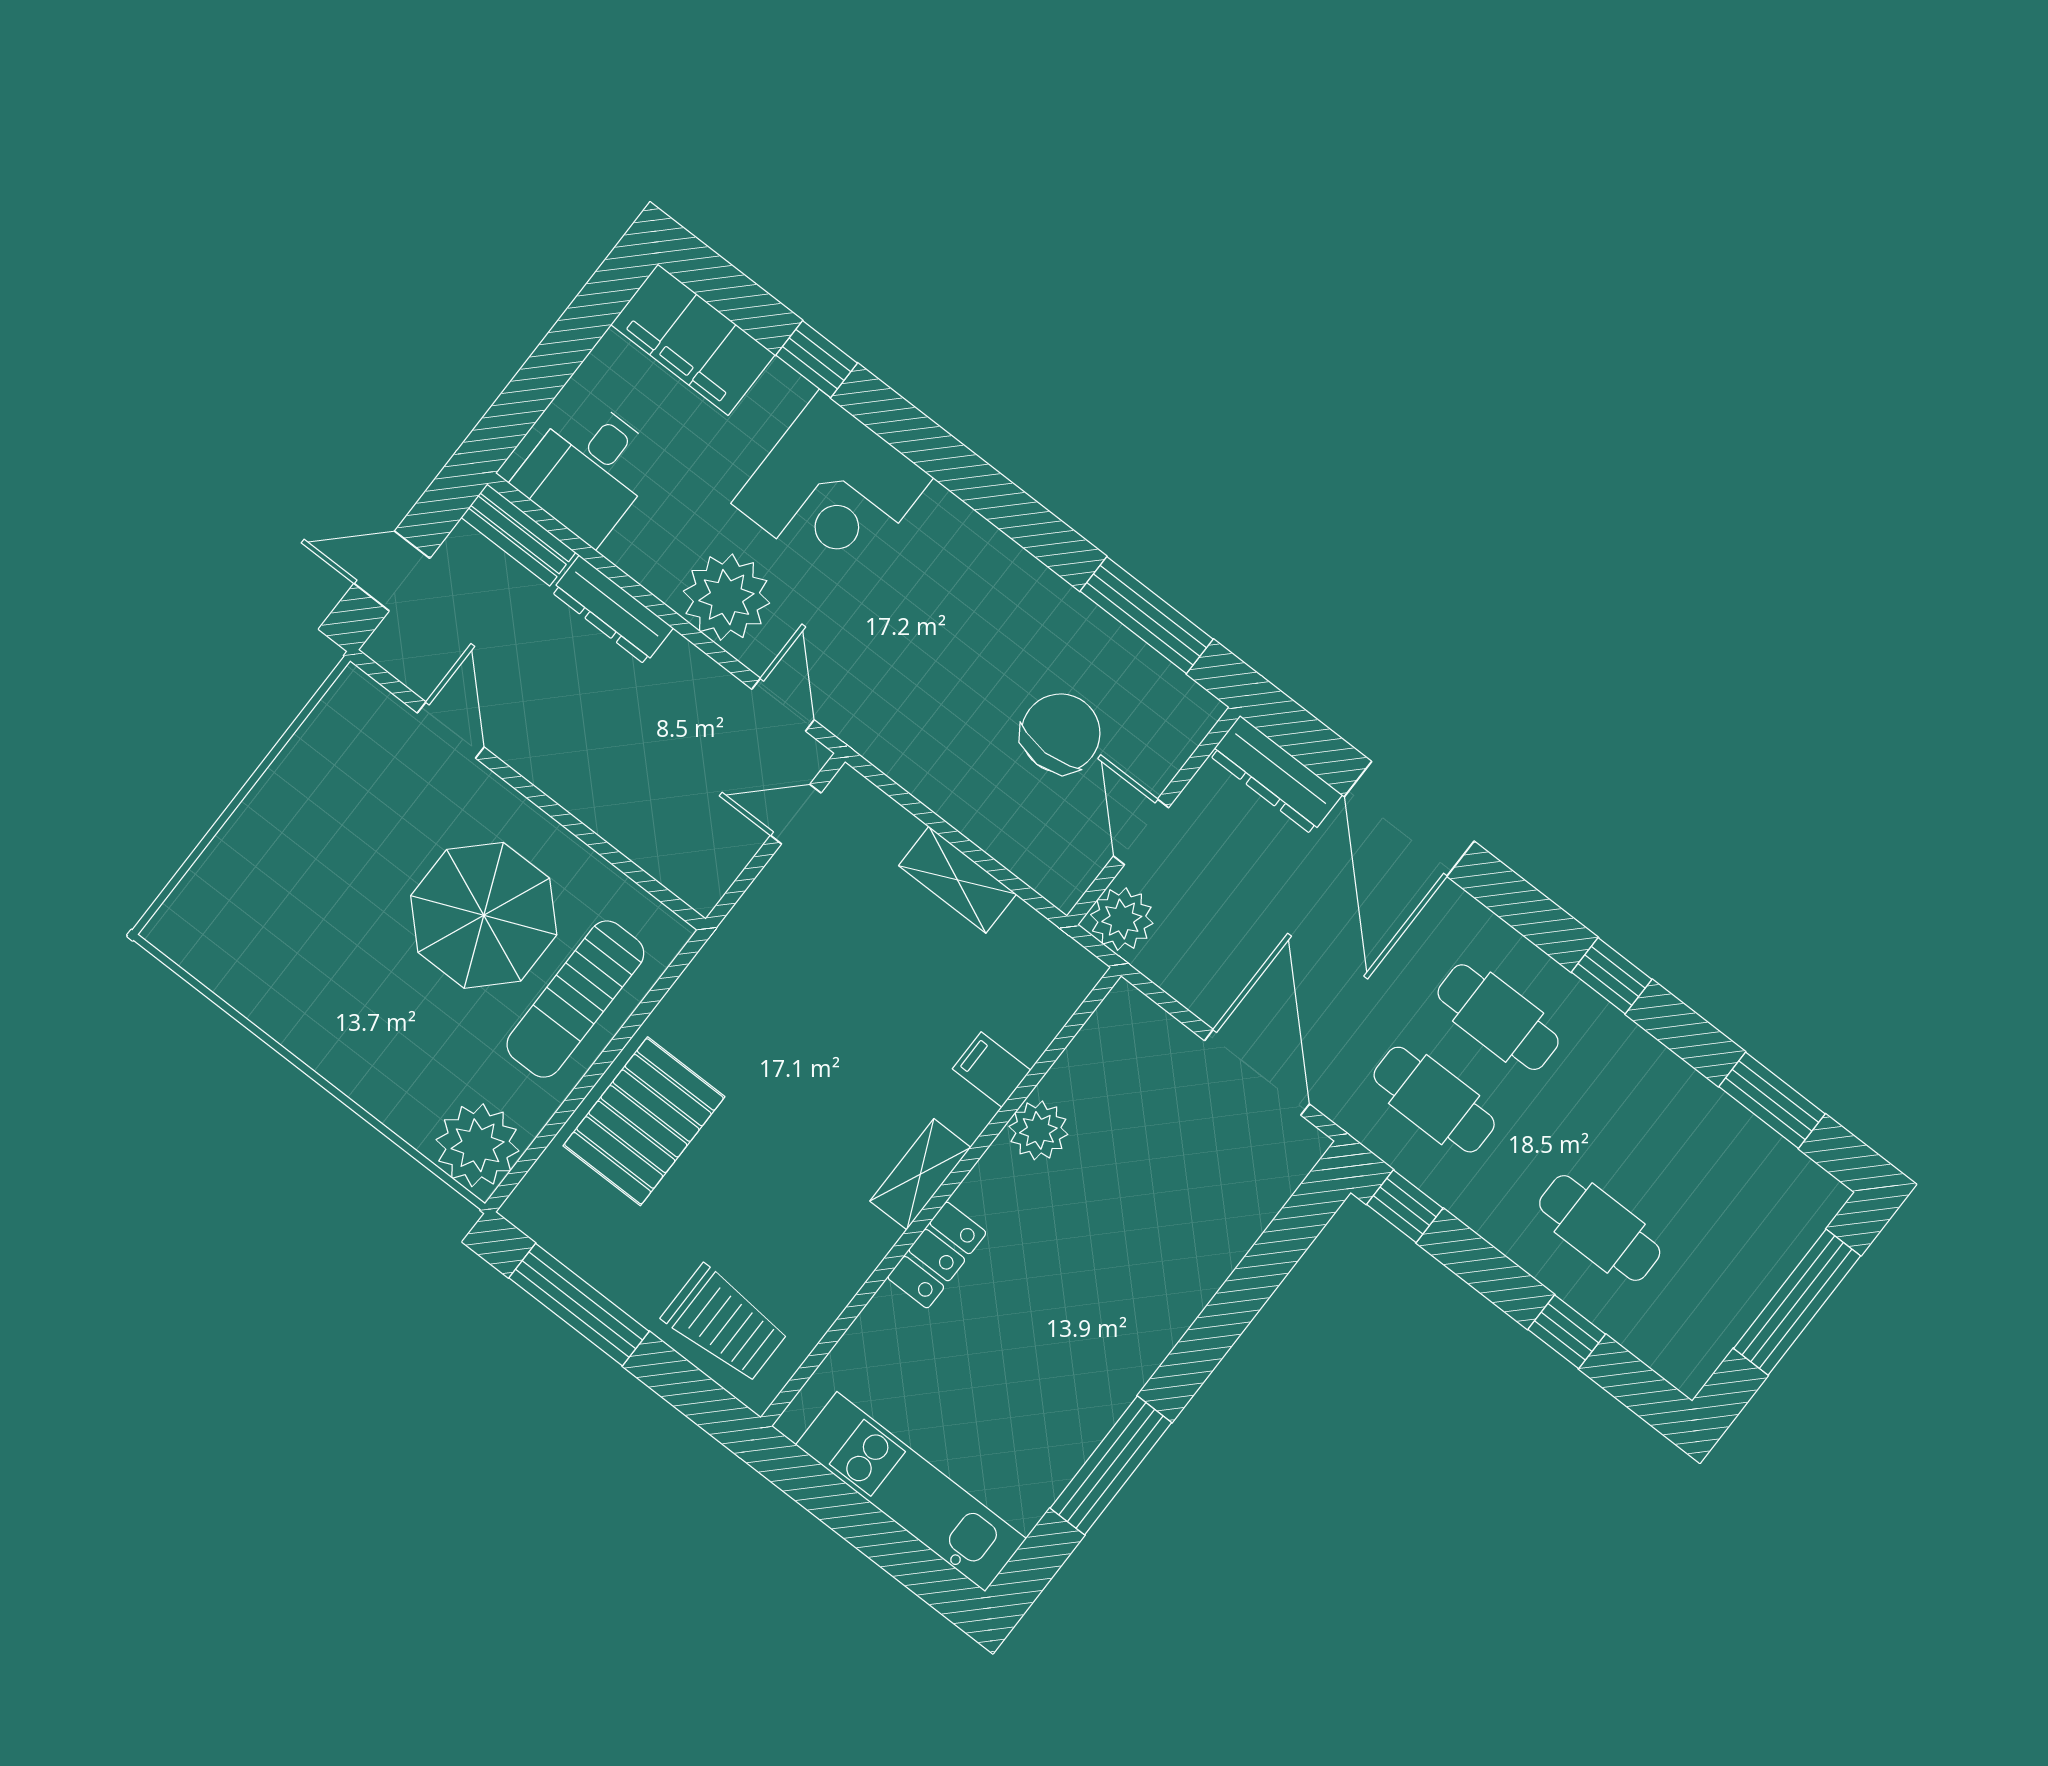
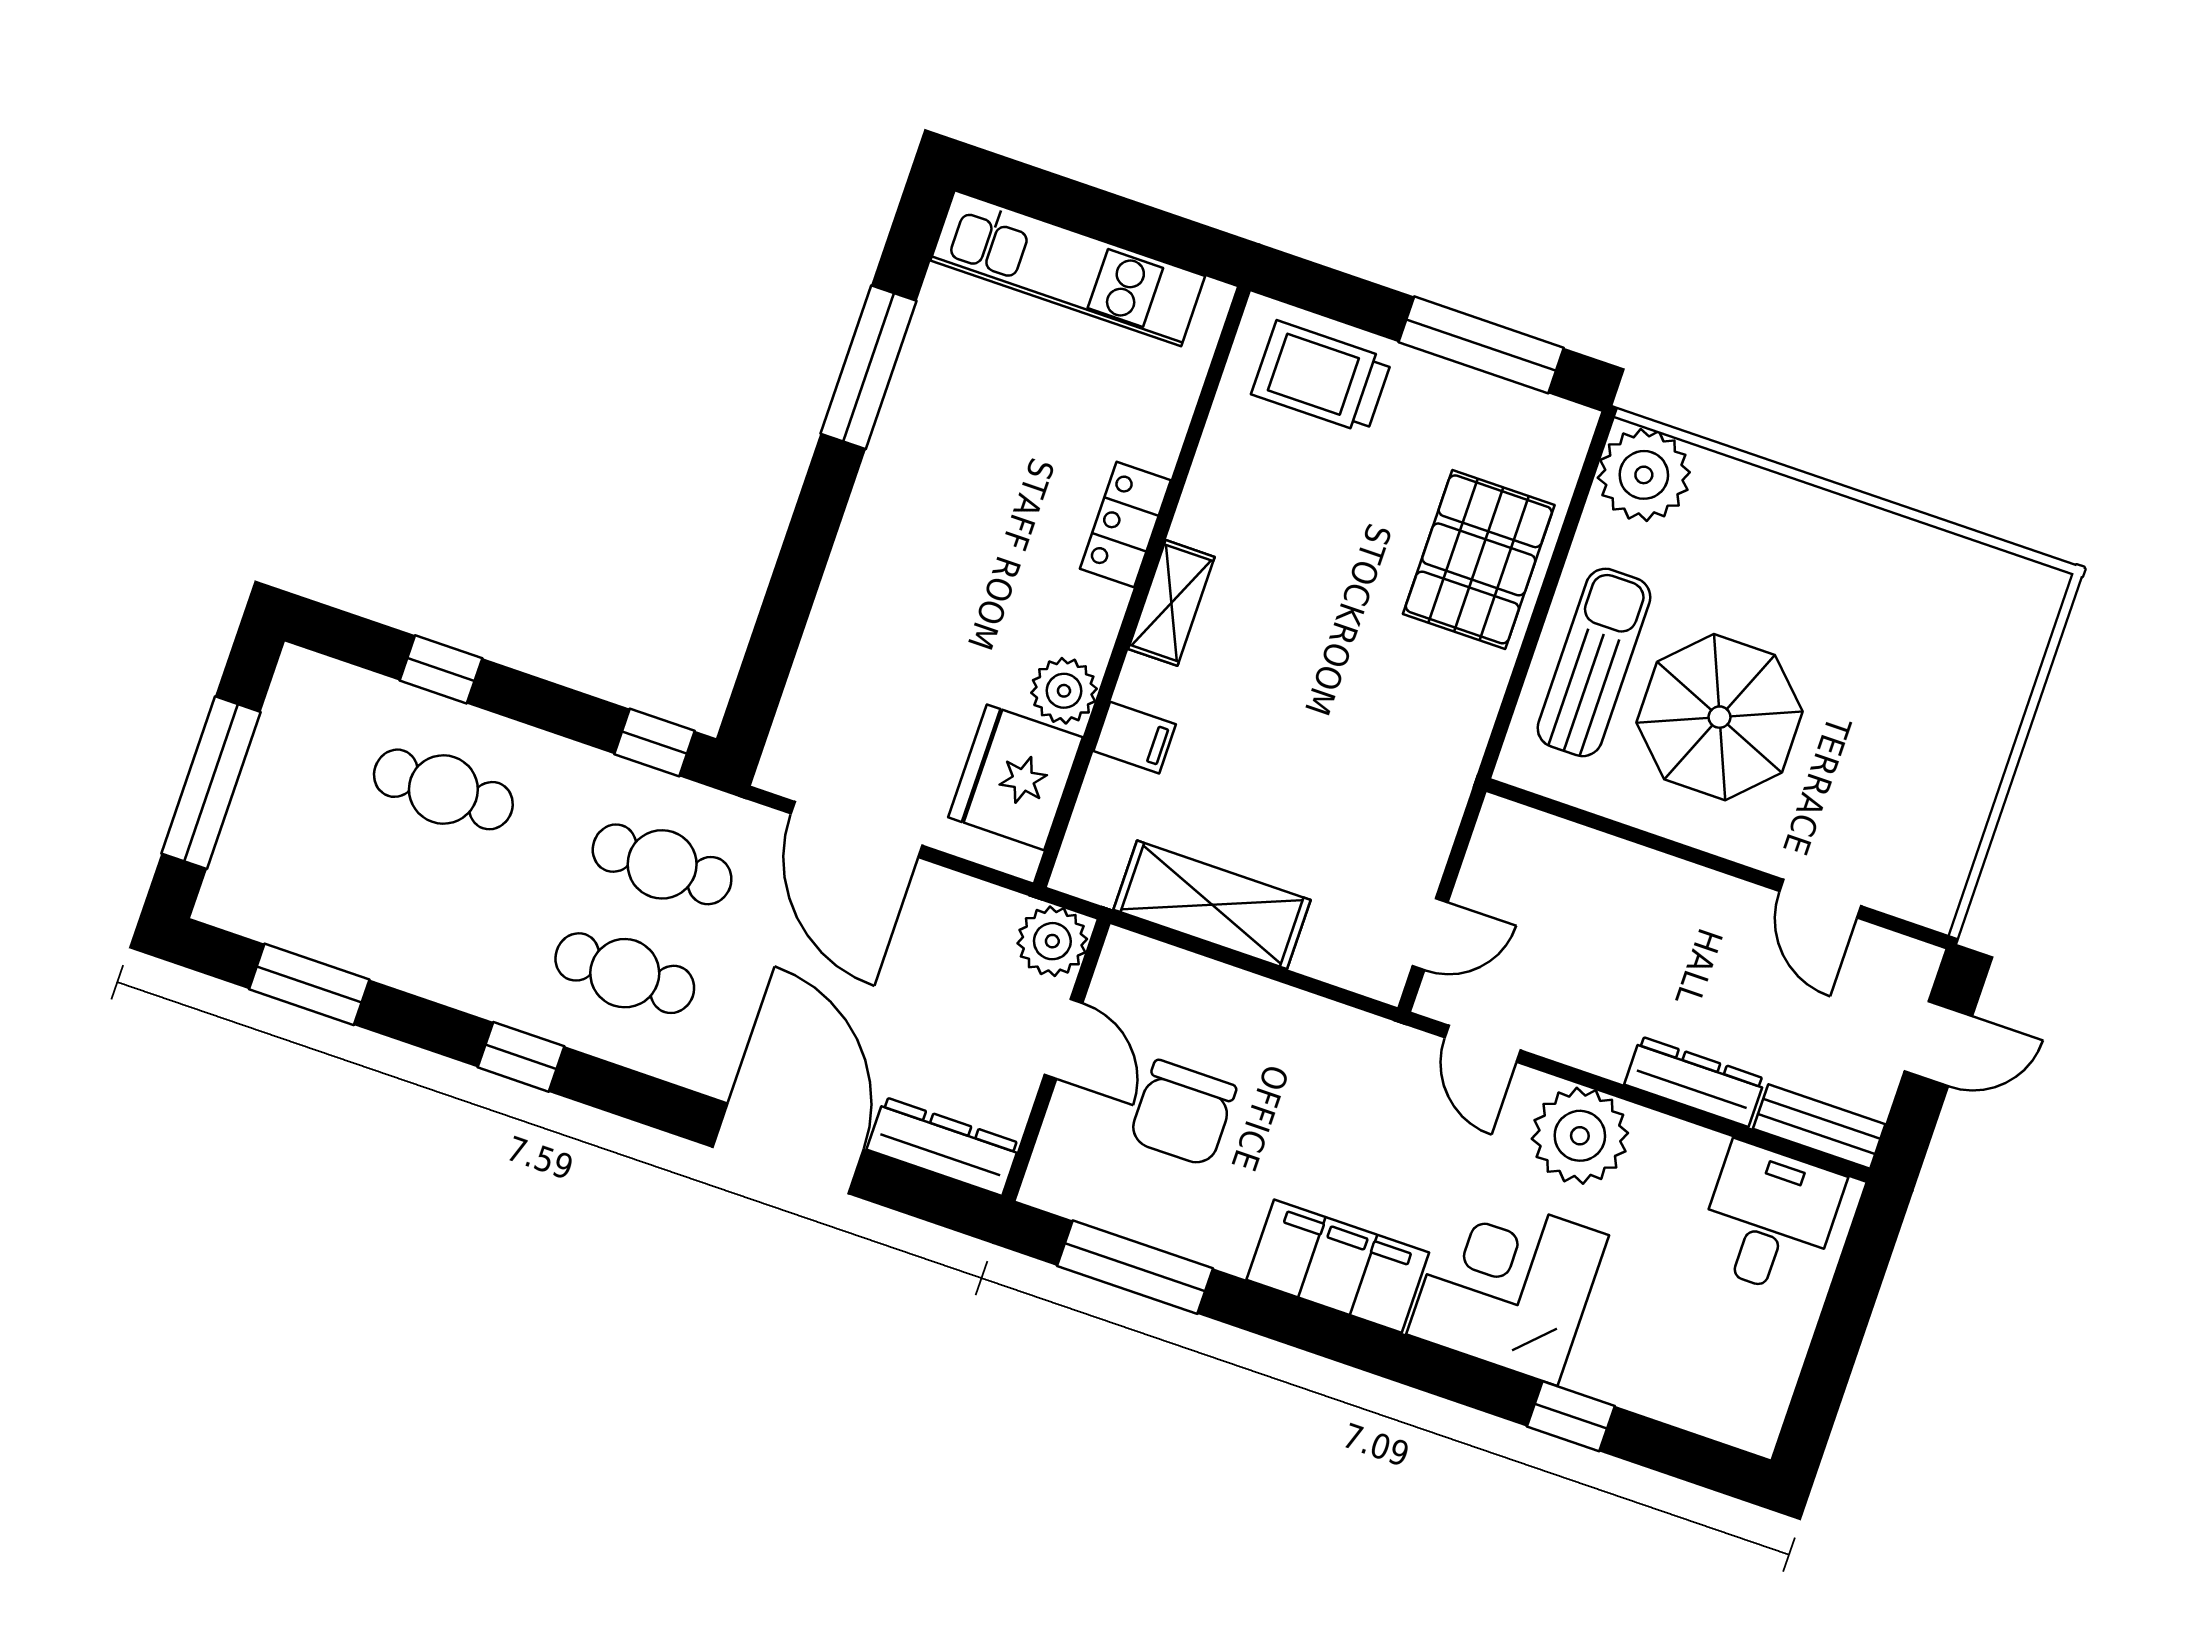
filing cabinet: (693, 340) -> (1338, 1266), moved
shelving: (957, 880) -> (1212, 905), width x1.50, depth x1.33
fridge: (1105, 1070) -> (1016, 777), added

